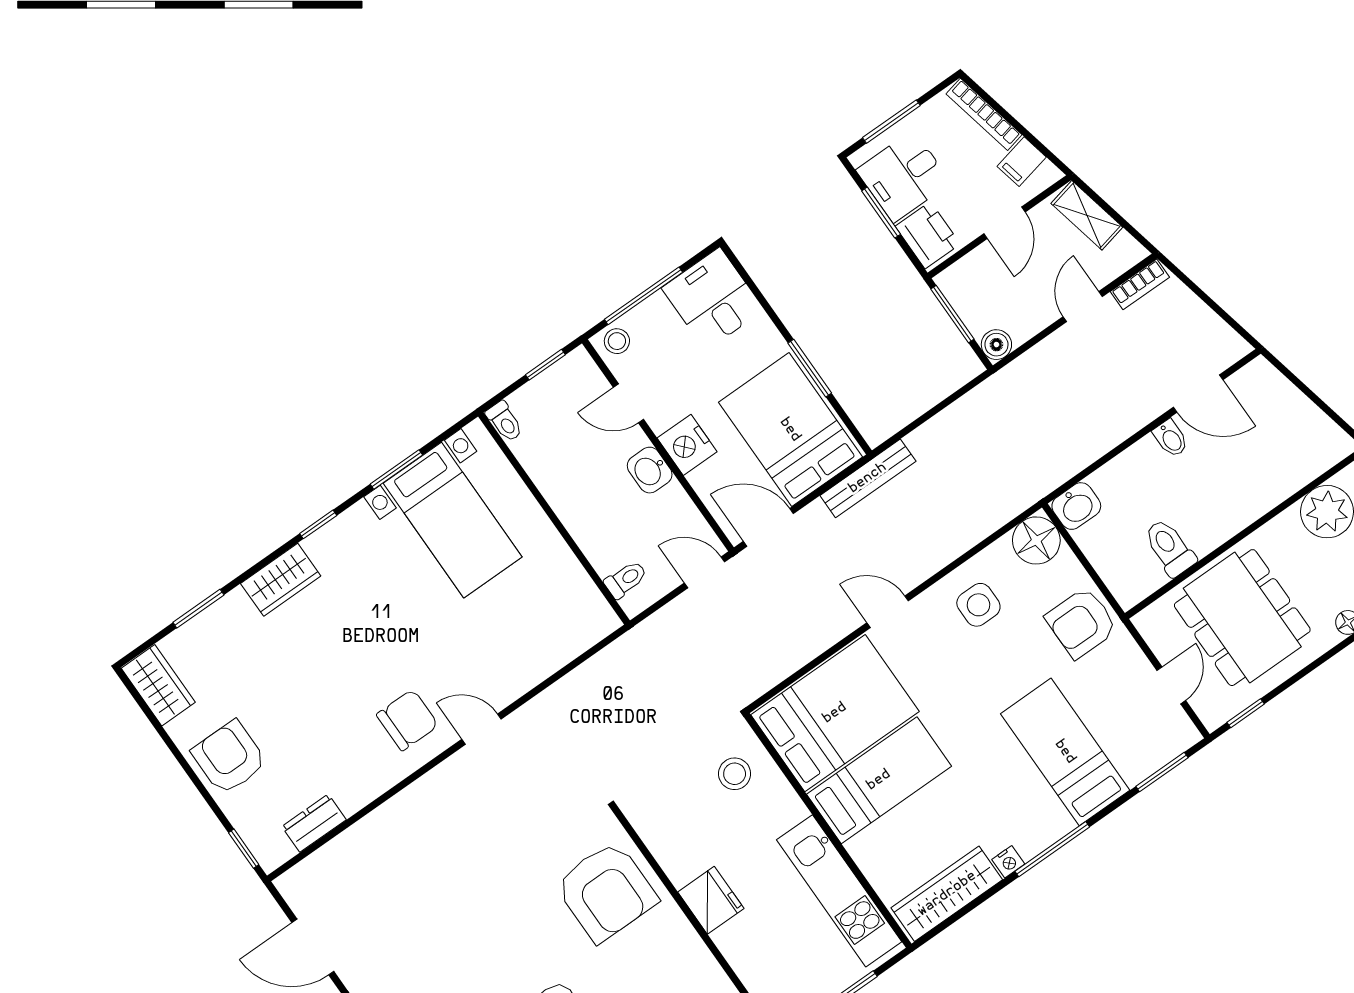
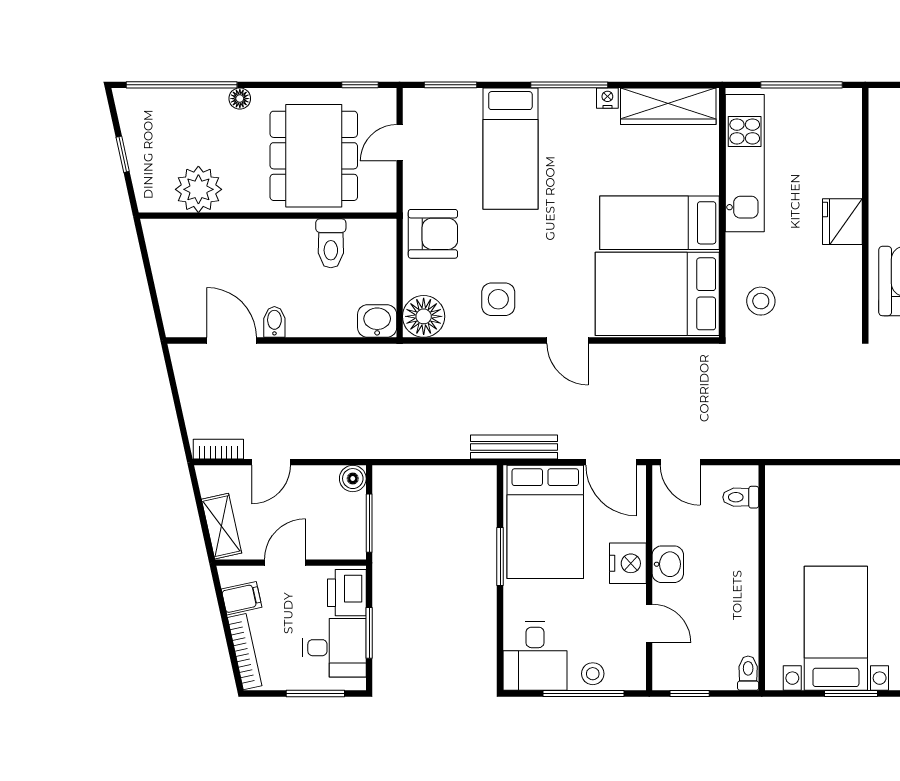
stool: (617, 341) -> (593, 674), moved

